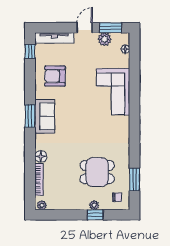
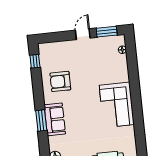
tv unit: (54, 38) -> (56, 46), removed
plant: (105, 39) -> (102, 43), removed
corner sofa: (113, 92) -> (117, 105), moved

